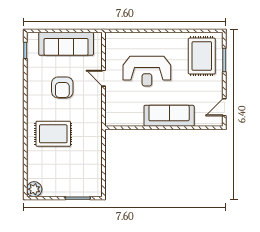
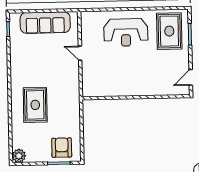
reception desk: (147, 71) -> (126, 32), moved
armchair: (62, 87) -> (62, 148), moved, turned 180
sofa: (169, 116) -> (141, 86), removed
rug: (53, 134) -> (35, 105), turned 90

